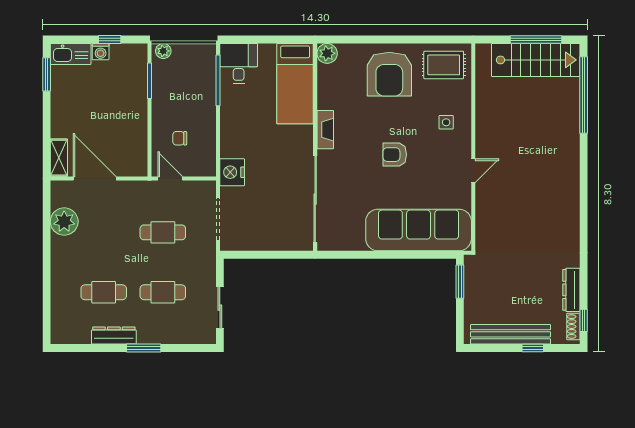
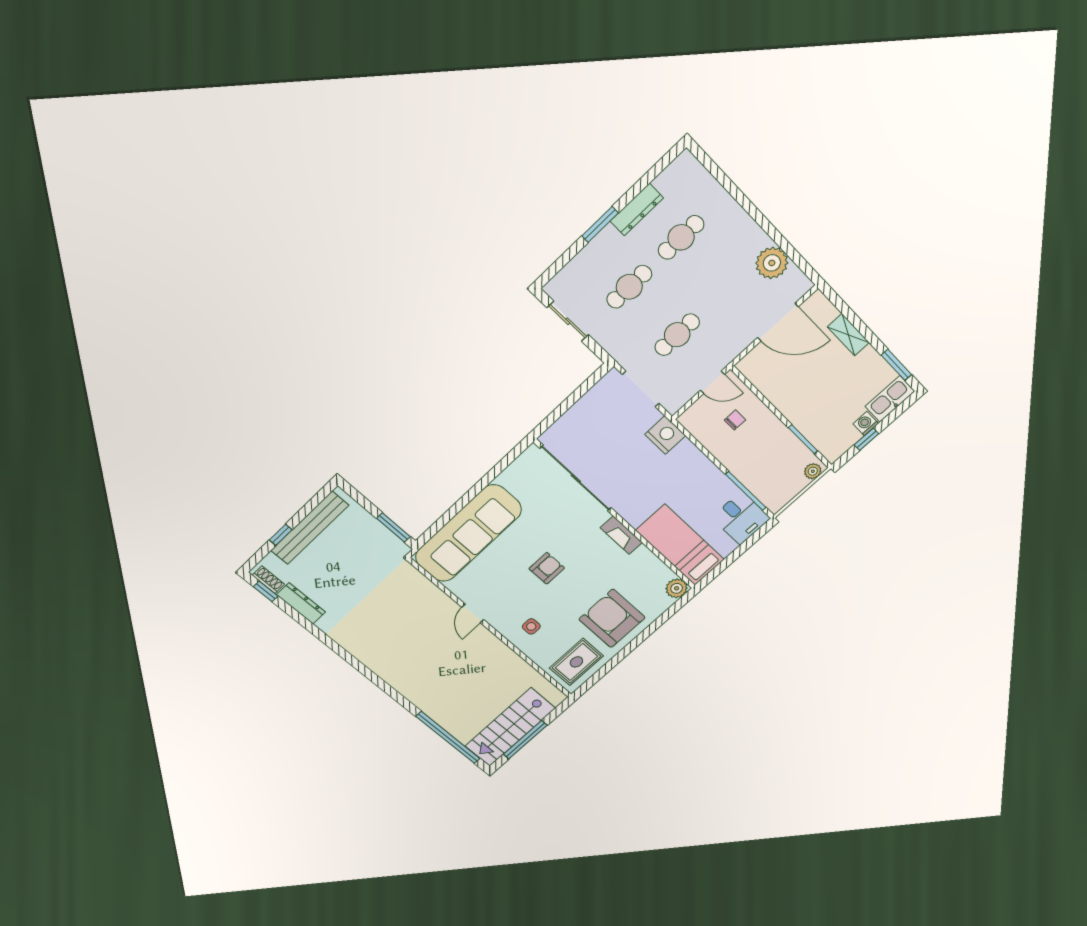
shelving: (59, 158) -> (848, 335), moved

